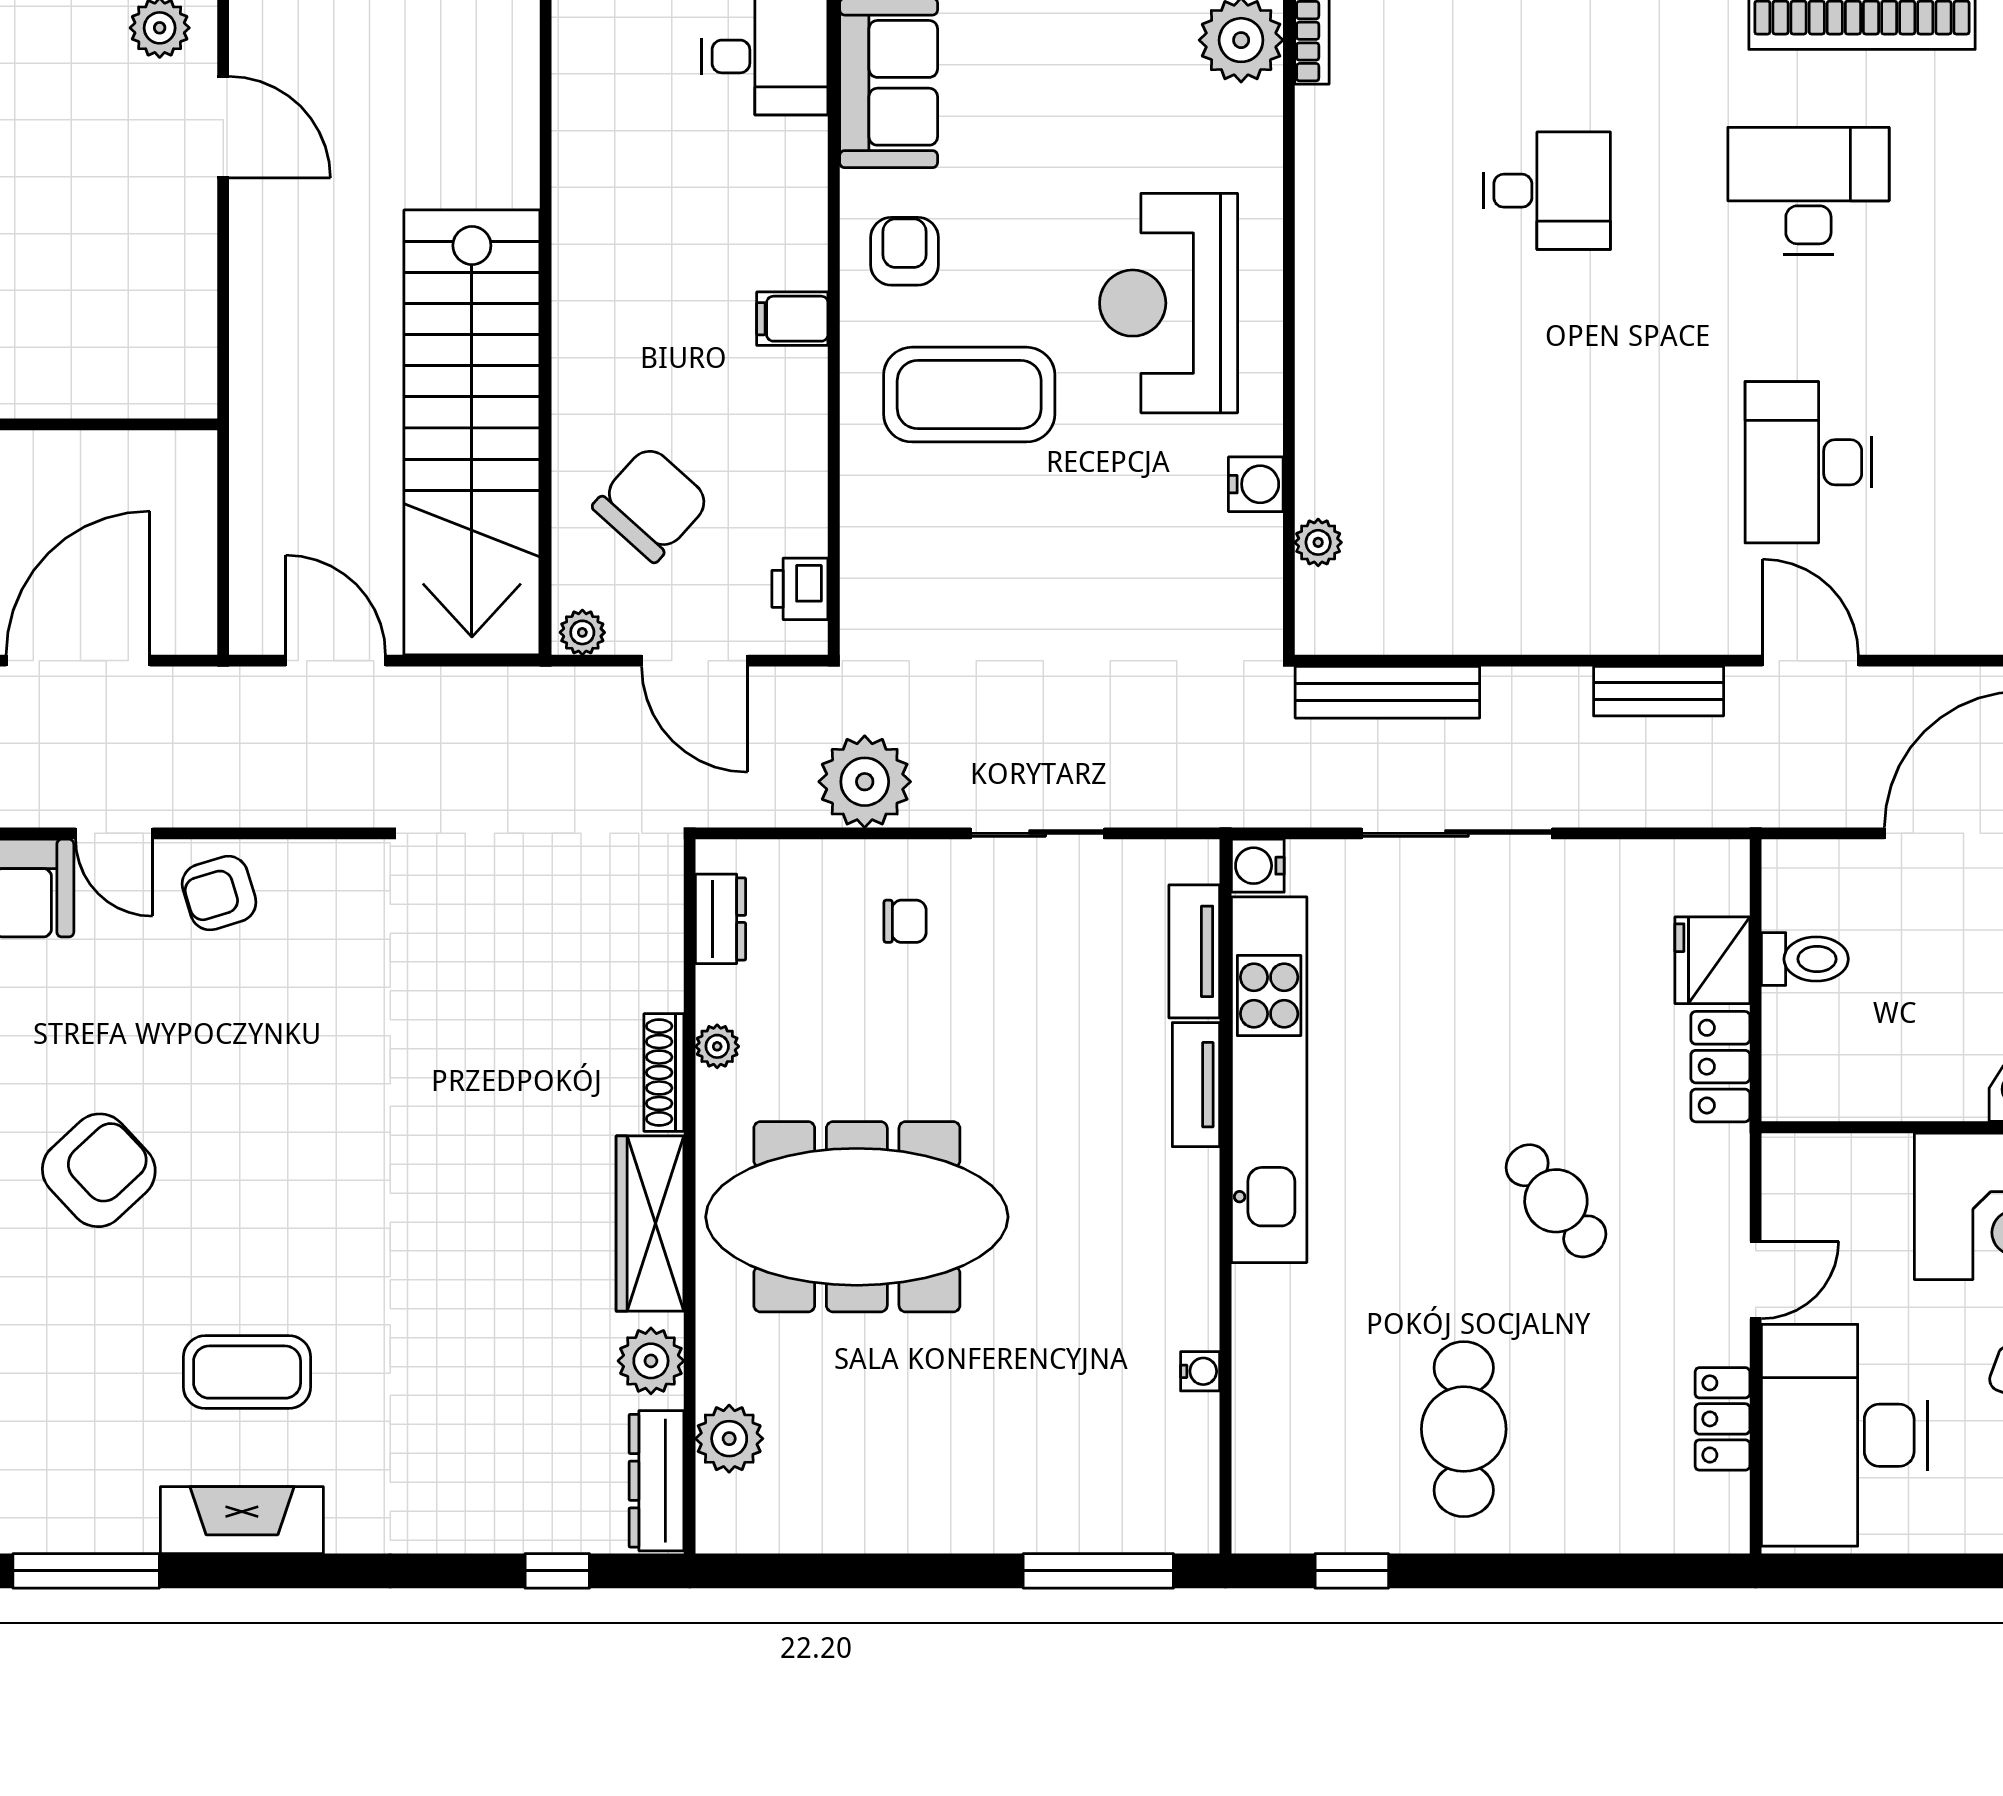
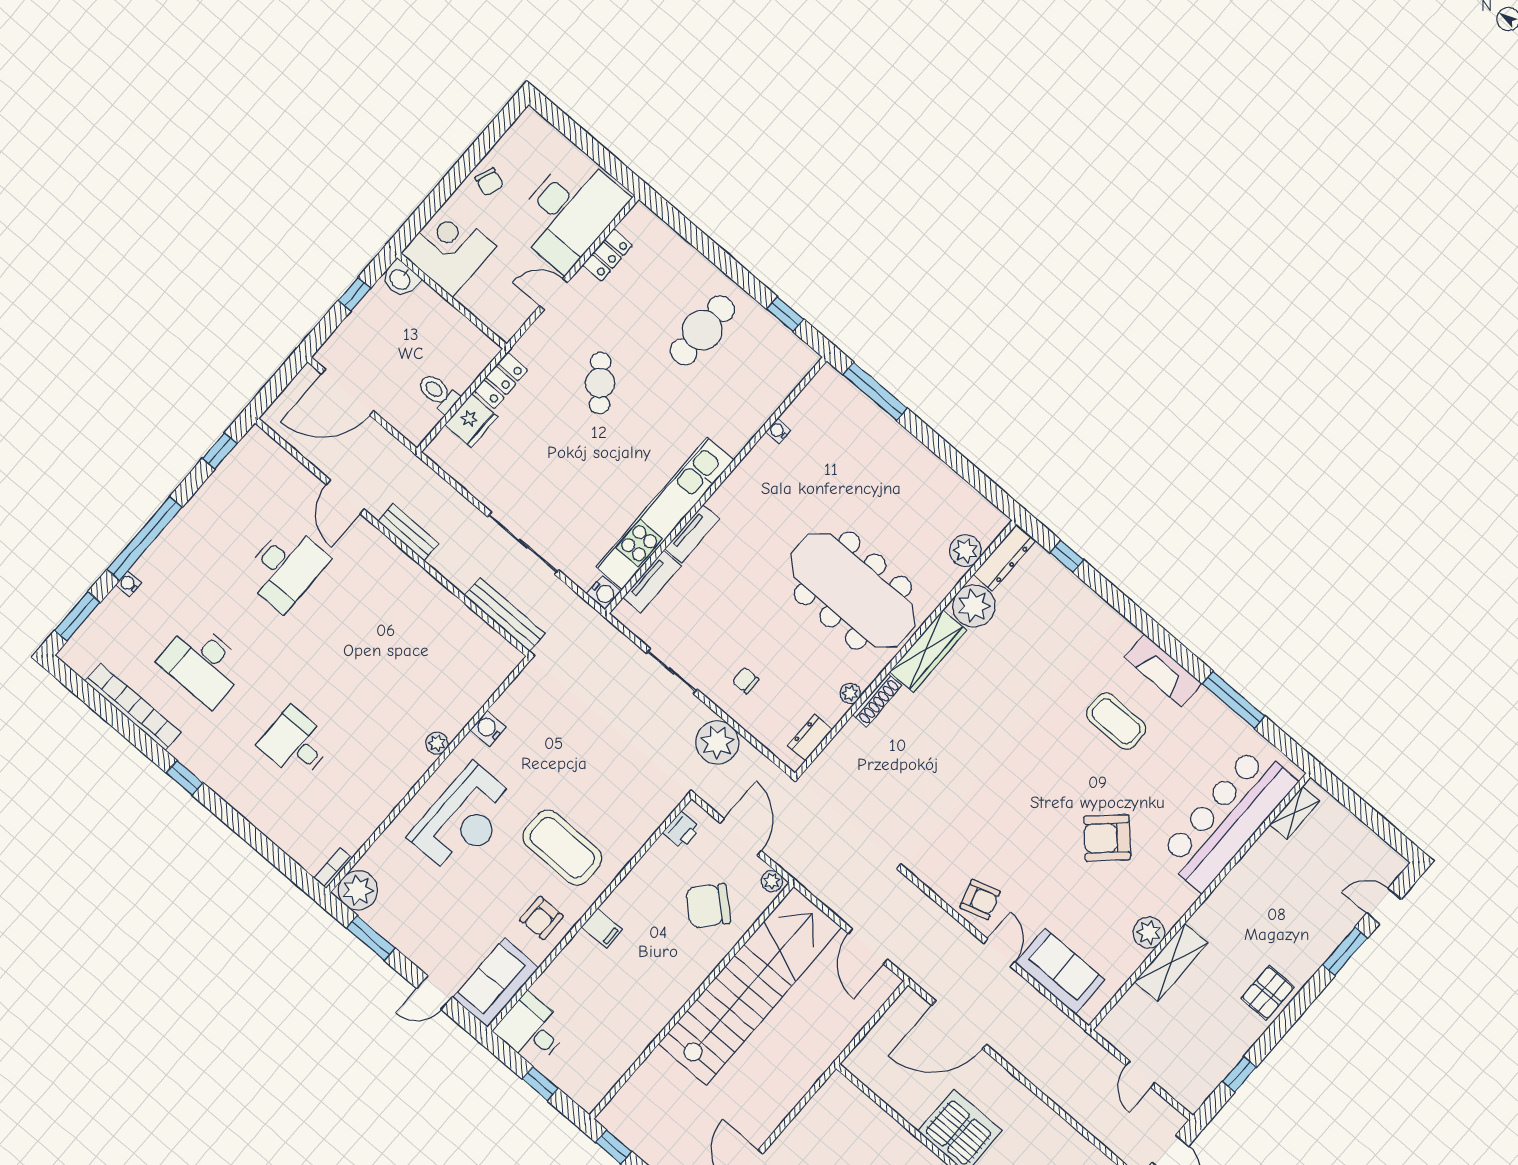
plant: (1318, 542) -> (437, 743), moved
plant: (651, 1361) -> (974, 606), width x1.36, depth x1.36

